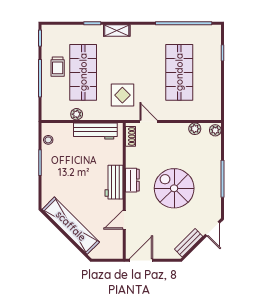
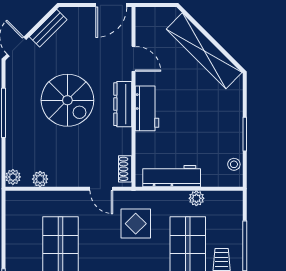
dresser: (132, 180) -> (123, 104), width x1.44
door: (124, 220) -> (133, 59), hinge flipped

